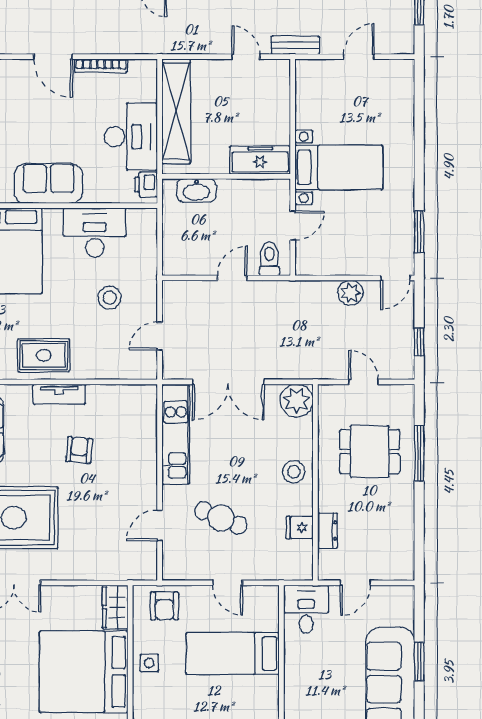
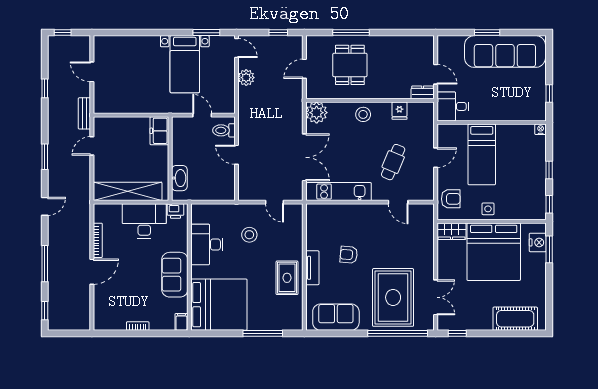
freezer: (260, 160) -> (159, 131), width x0.71
bed with nightstands: (339, 167) -> (185, 64), moved, turned 180
dresser: (328, 531) -> (423, 92), moved

